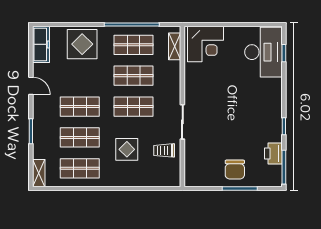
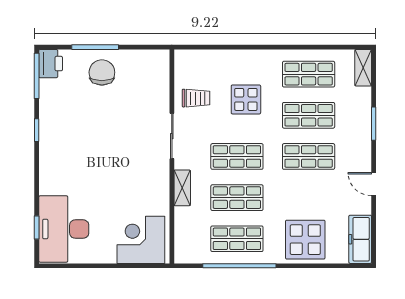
shelving: (175, 46) -> (182, 188), moved
printer: (273, 154) -> (51, 64), moved

